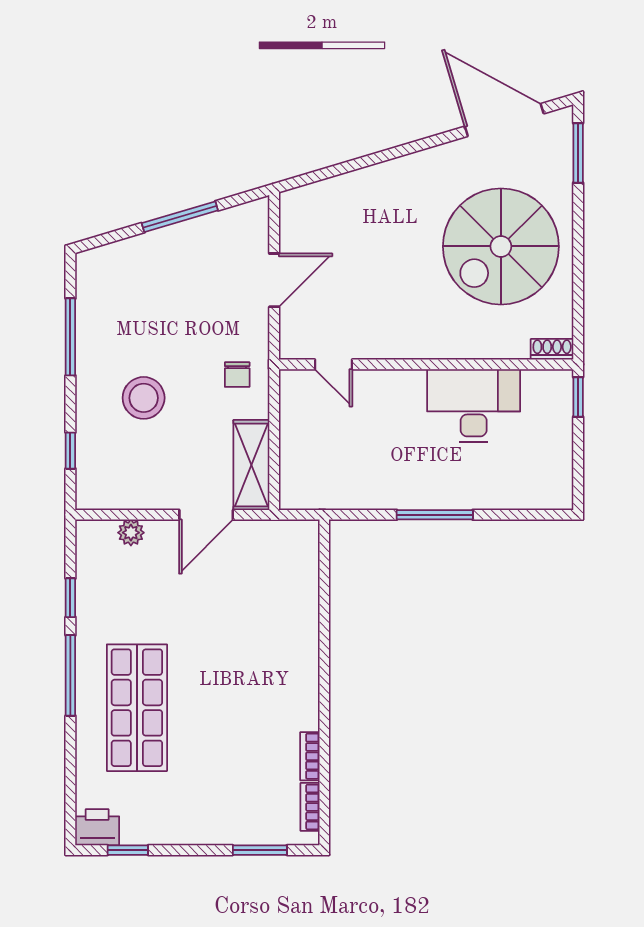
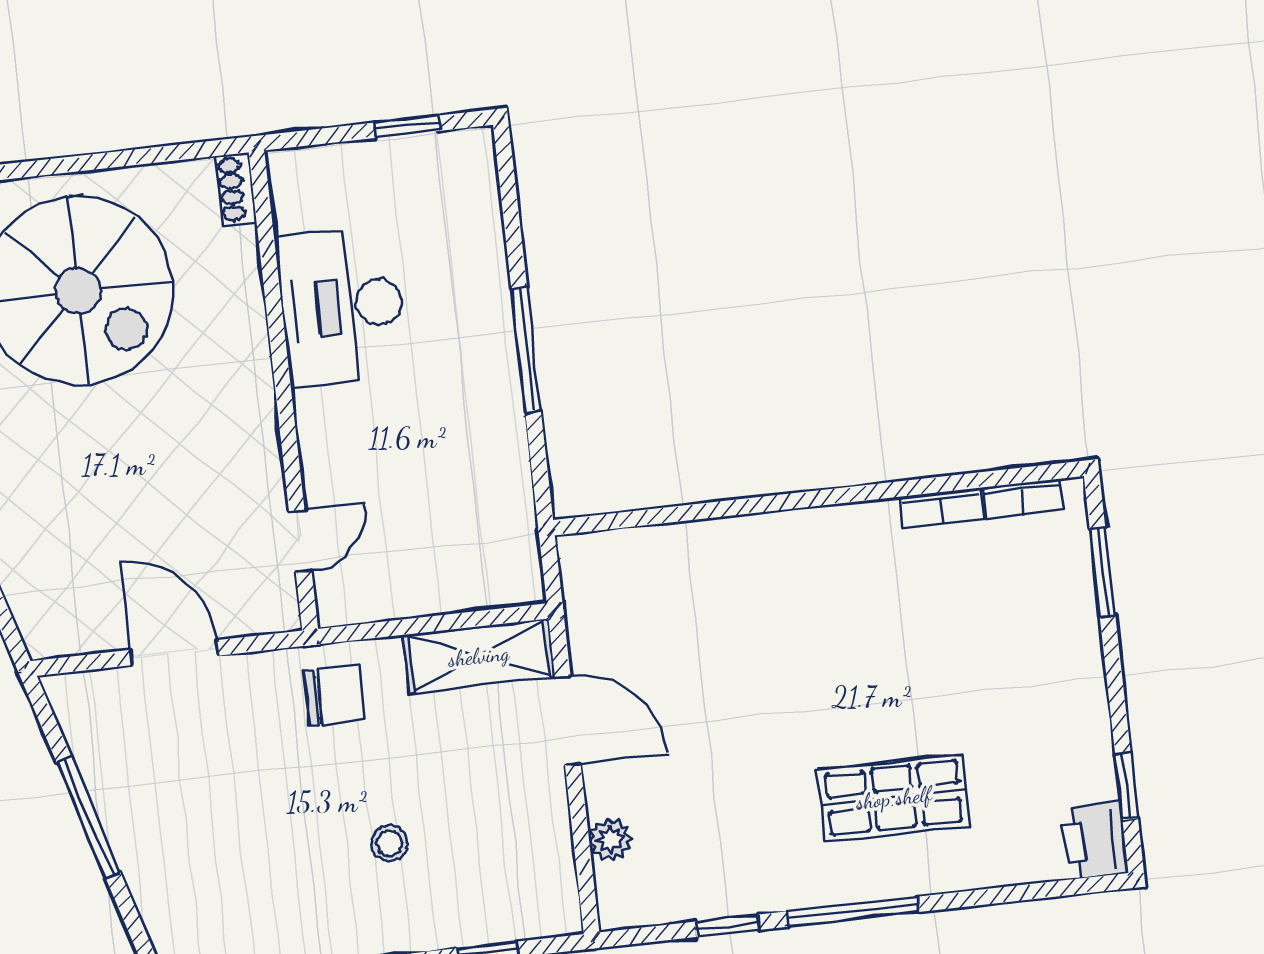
chair: (237, 375) -> (334, 696), width x1.37, depth x1.37
window: (578, 397) -> (407, 127), moved
stool: (144, 398) -> (389, 843), width x0.53, depth x0.53
shop shelf: (137, 708) -> (894, 798), width x0.70, depth x0.74

